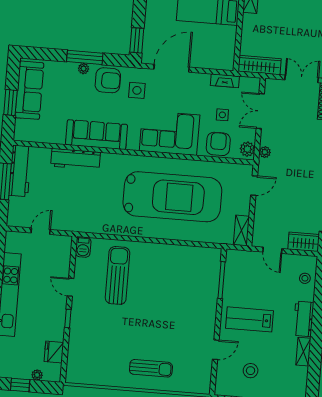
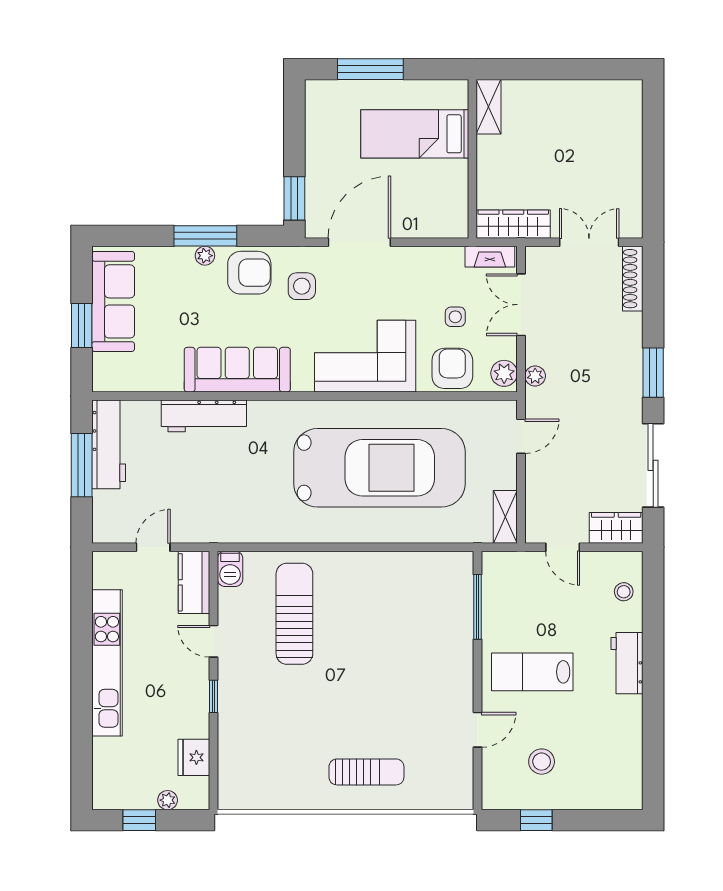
fireplace: (225, 81) -> (490, 257), moved
kitchen counter: (62, 253) -> (194, 582), added
shelving: (303, 352) -> (632, 721), removed

